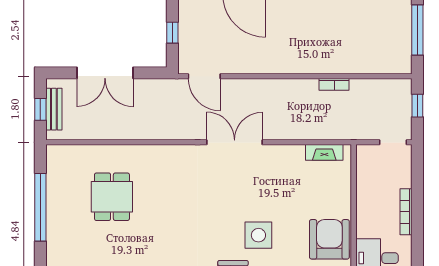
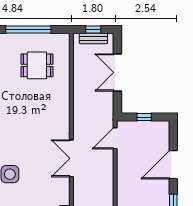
double door: (235, 142) -> (71, 158), swing flipped
dining table: (112, 197) -> (37, 65), moved

